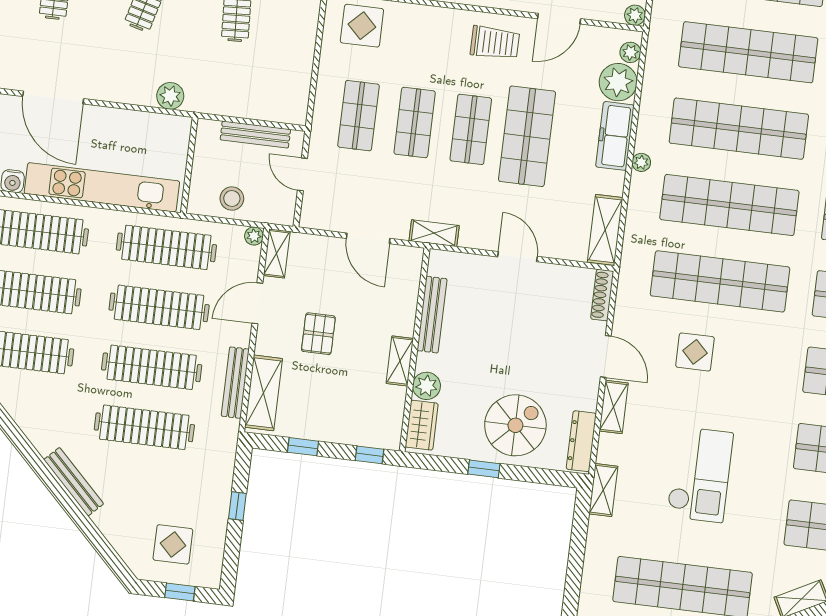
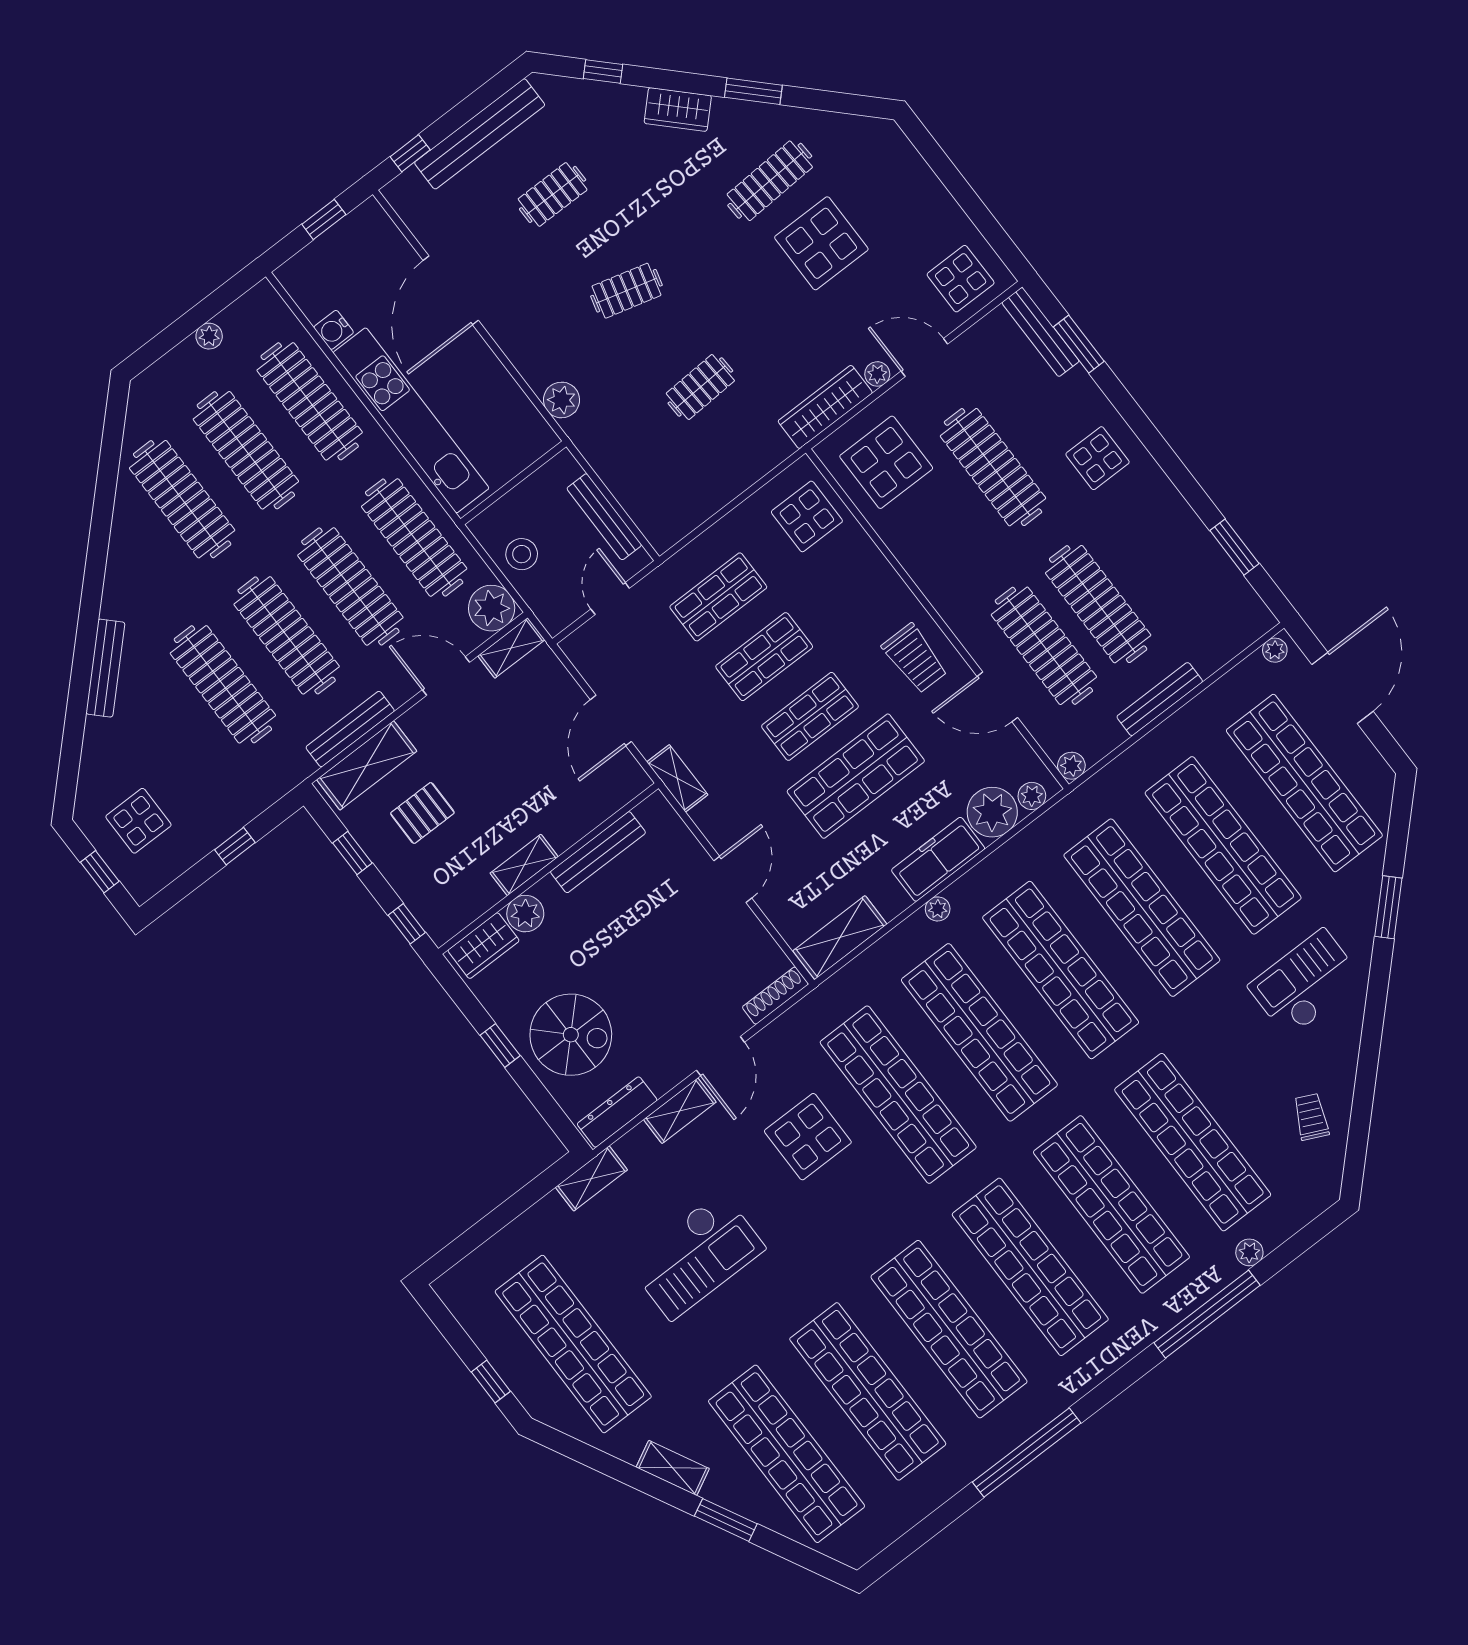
plant: (254, 236) -> (492, 608), width x1.88, depth x1.88
pallet: (318, 334) -> (422, 813), moved
display table: (695, 352) -> (808, 1137), width x1.36, depth x1.36

